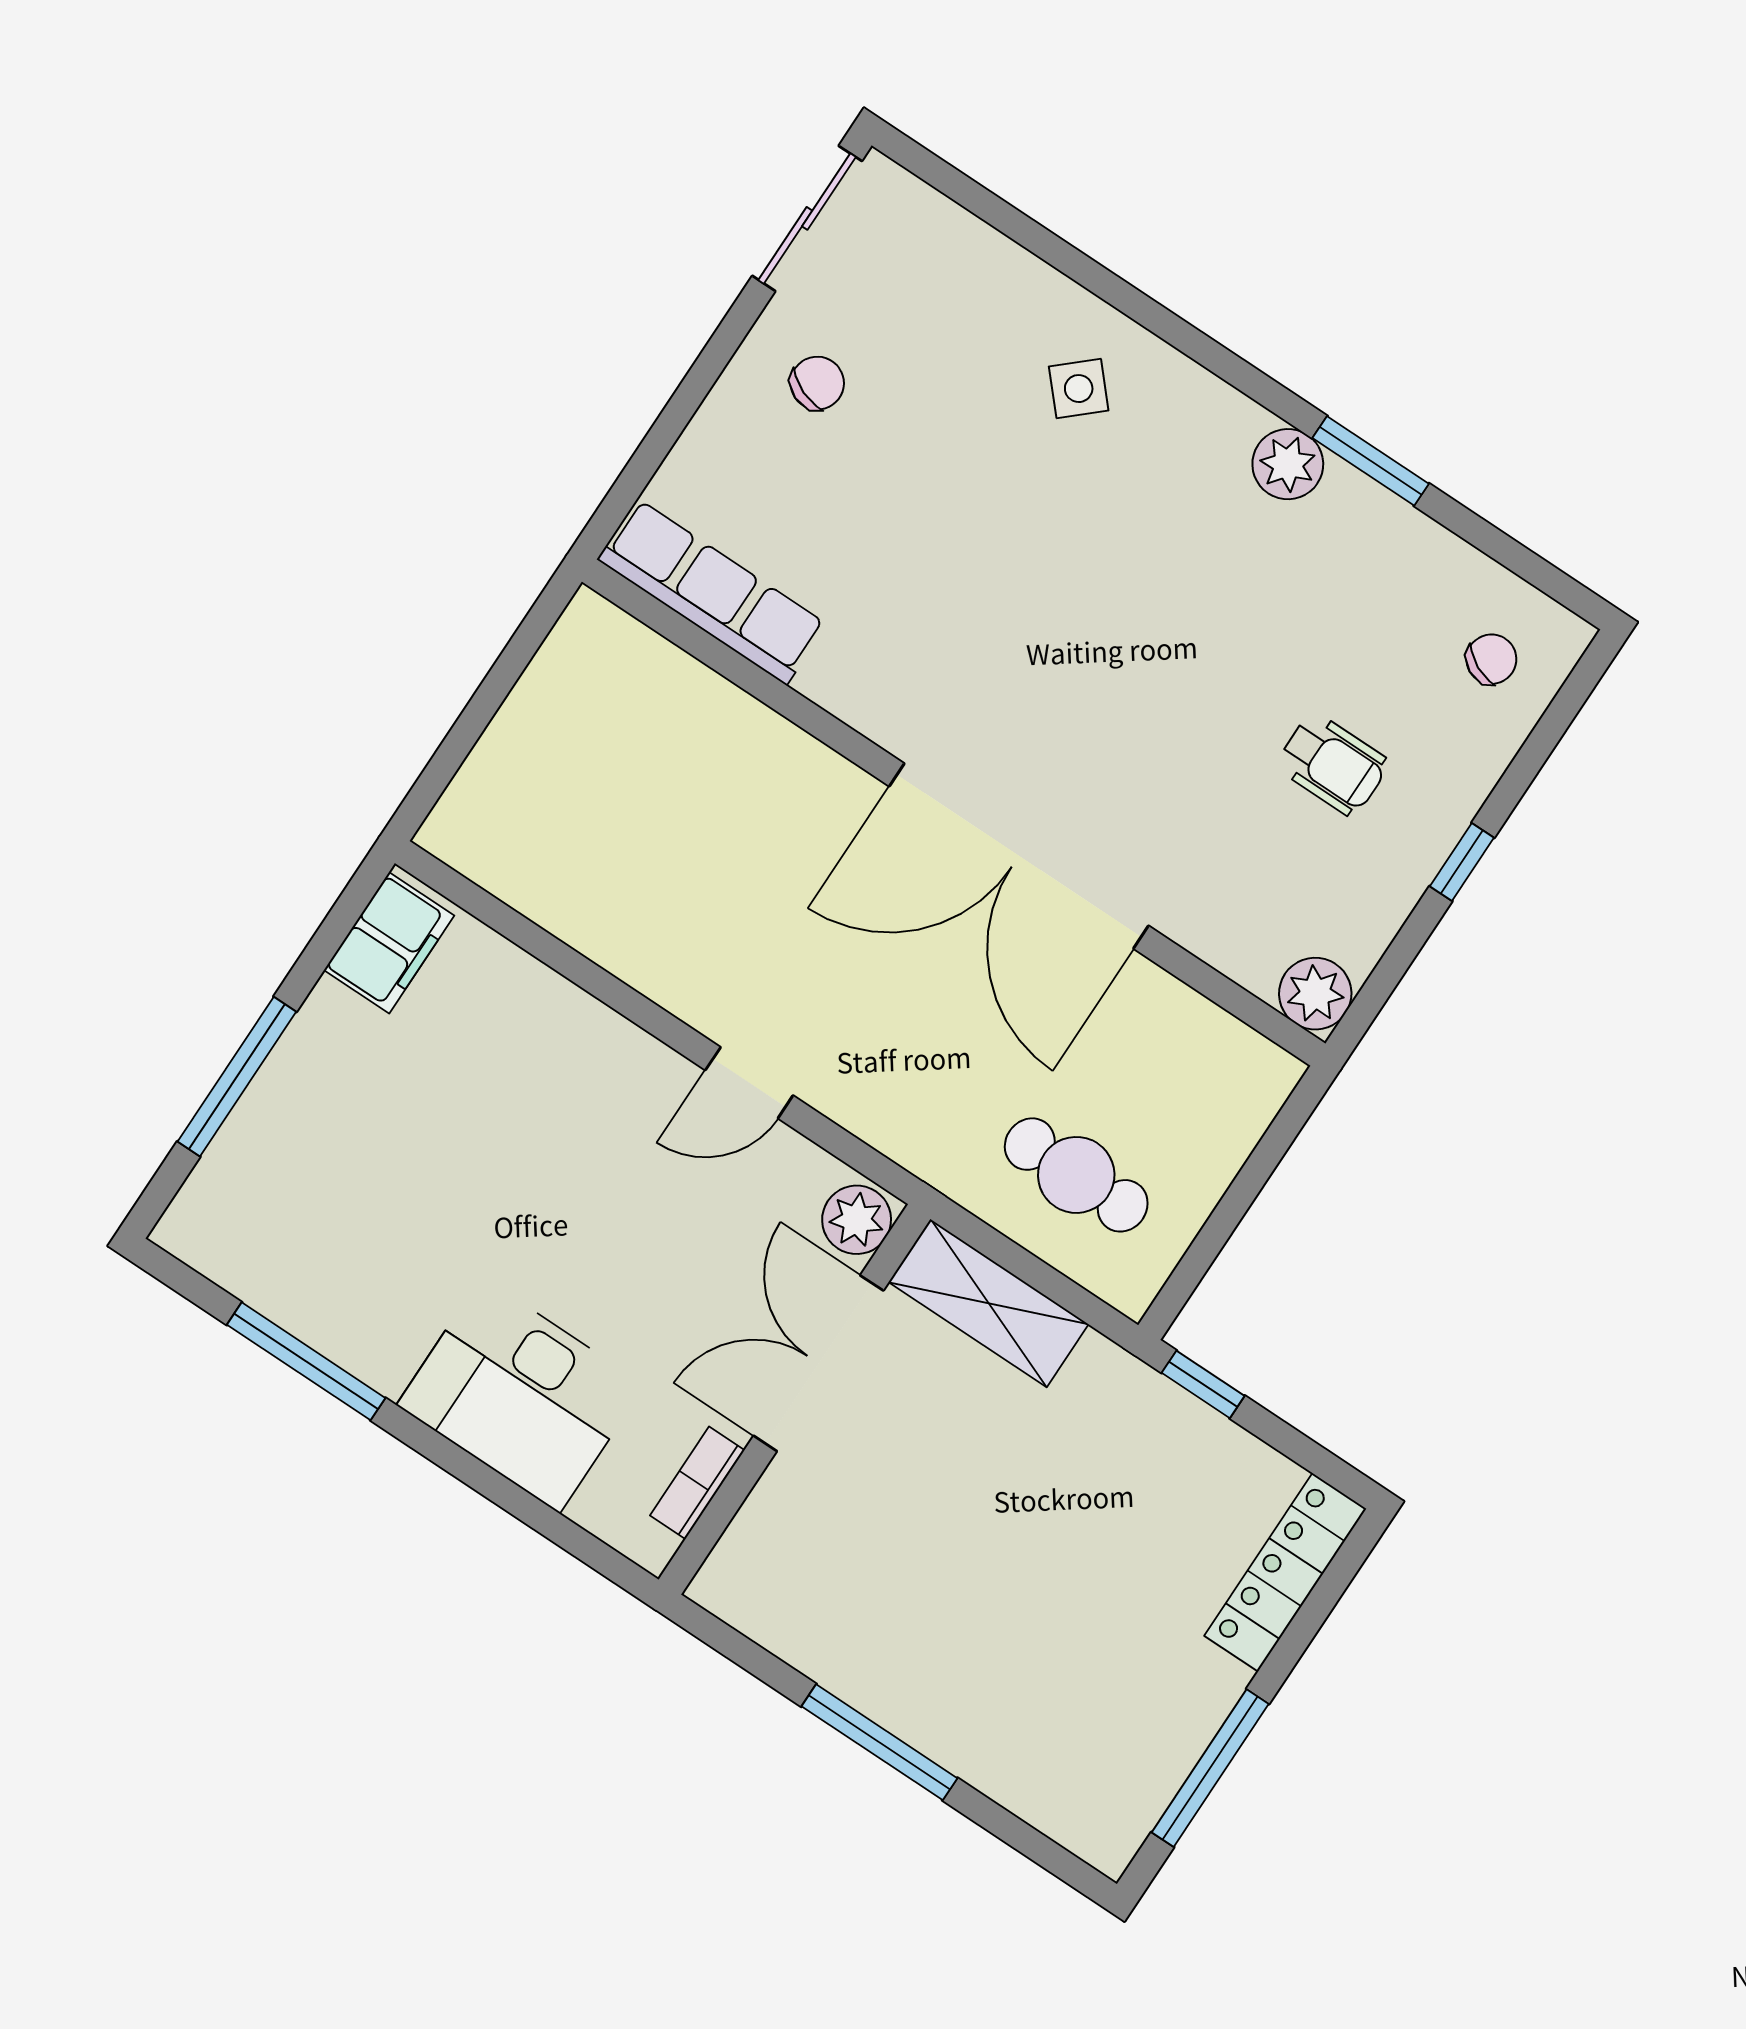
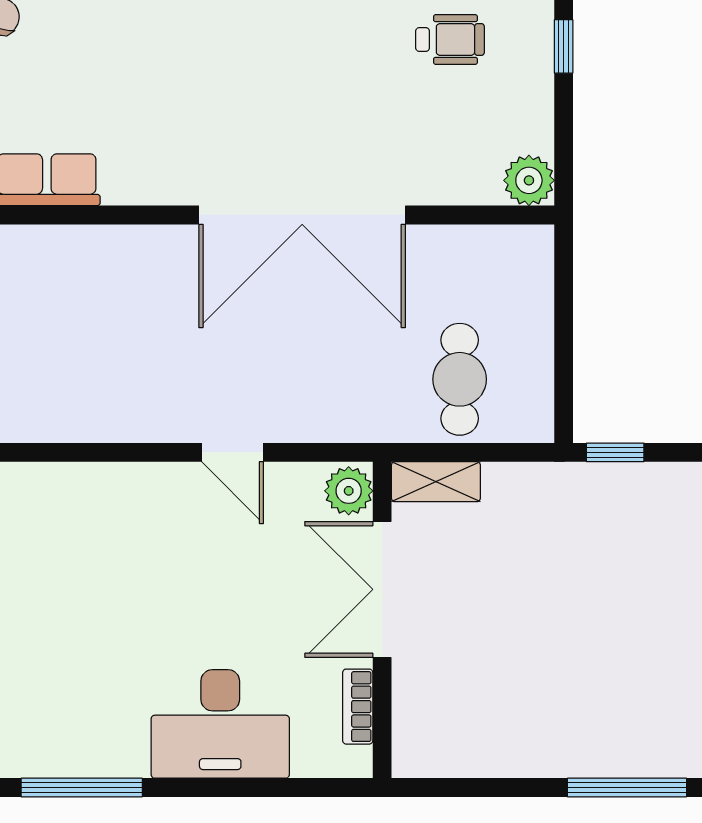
door: (749, 1083) -> (233, 452), hinge flipped
cafe table: (1076, 1175) -> (460, 379), turned 90
shelving: (988, 1303) -> (436, 482), width x0.67, depth x0.75
window: (879, 1742) -> (627, 787), moved

